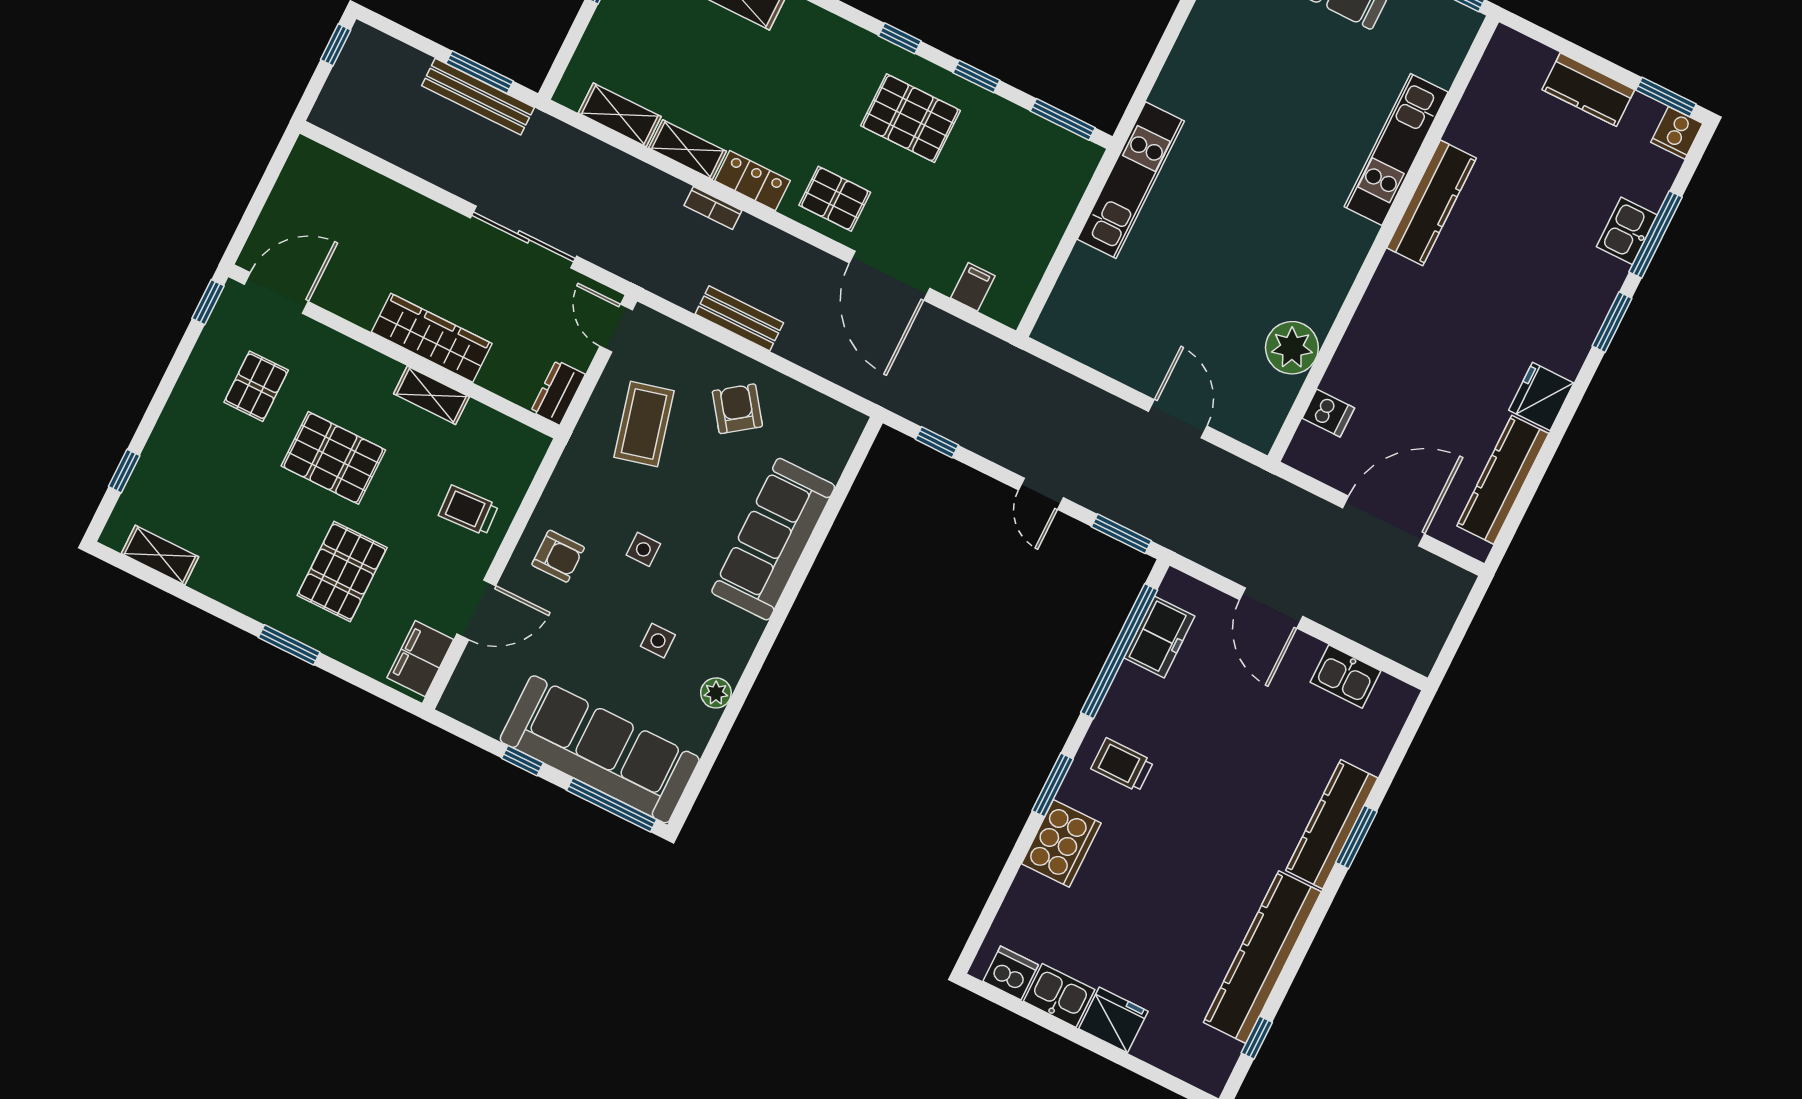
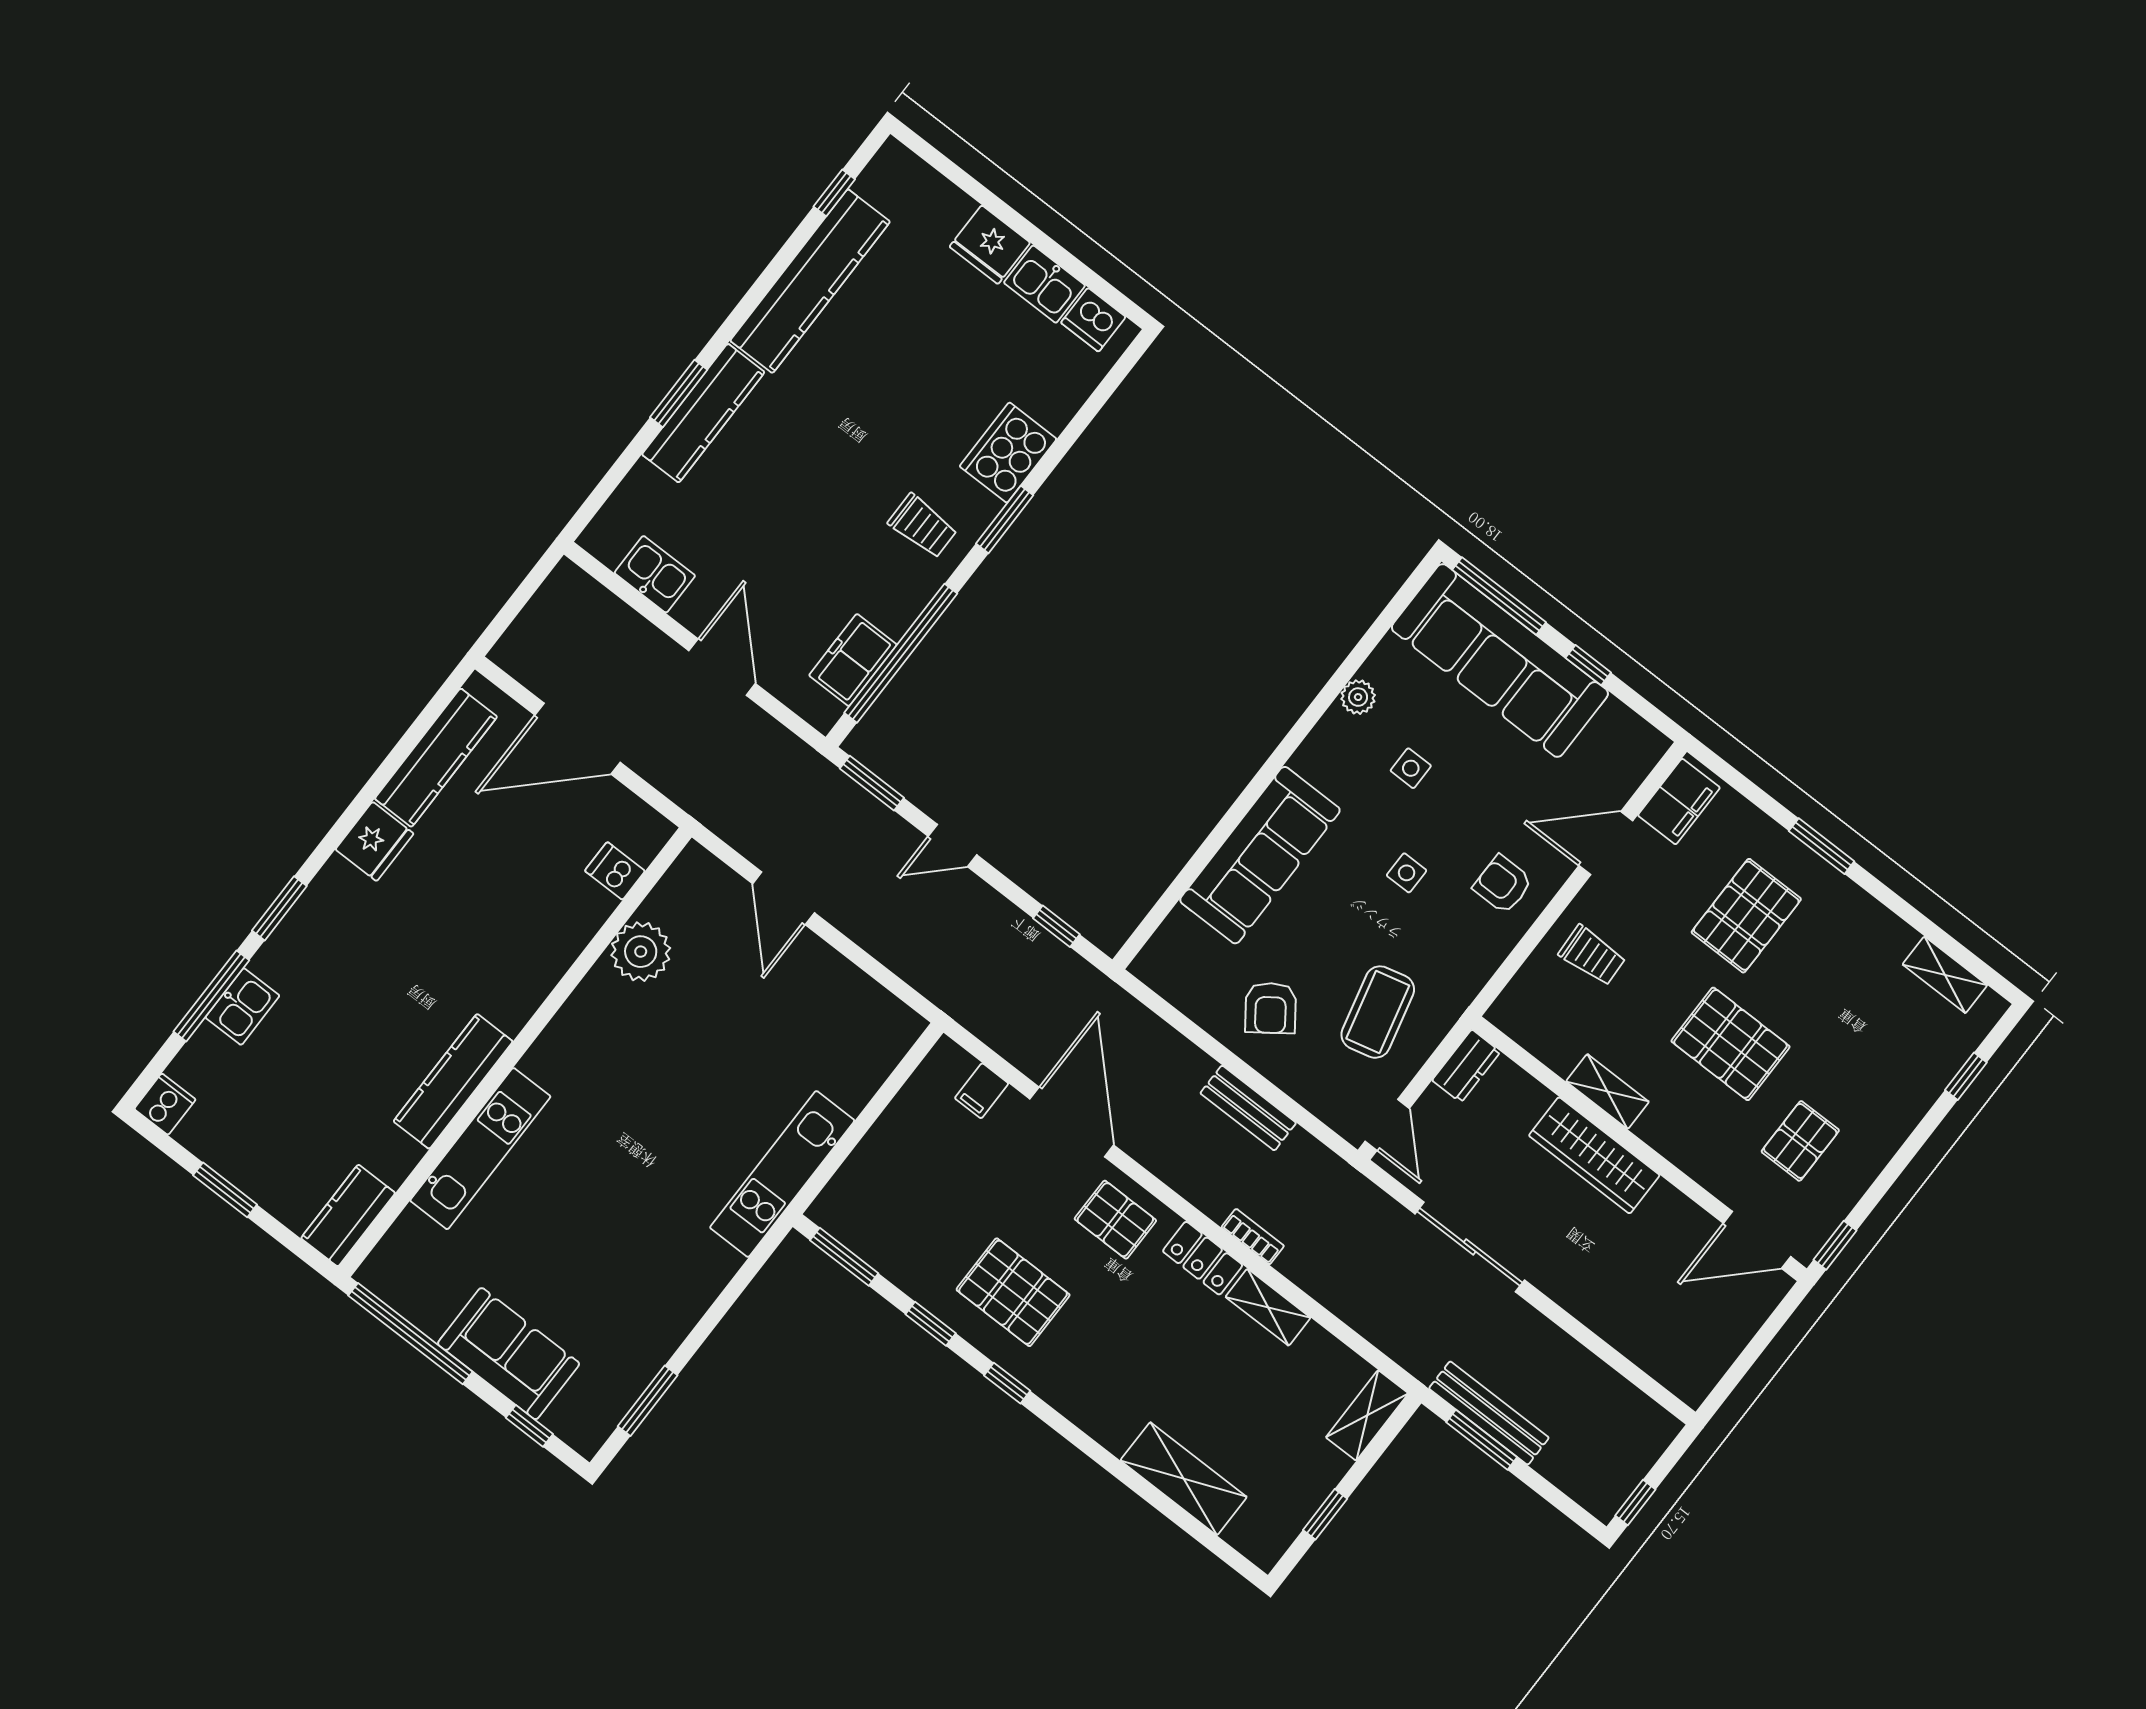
kitchen counter: (1588, 90) -> (348, 1216), moved, turned -90
window: (1666, 97) -> (225, 1190), moved
shelving: (620, 115) -> (1367, 1415), moved, turned 90
door: (1041, 494) -> (952, 846), swing flipped

